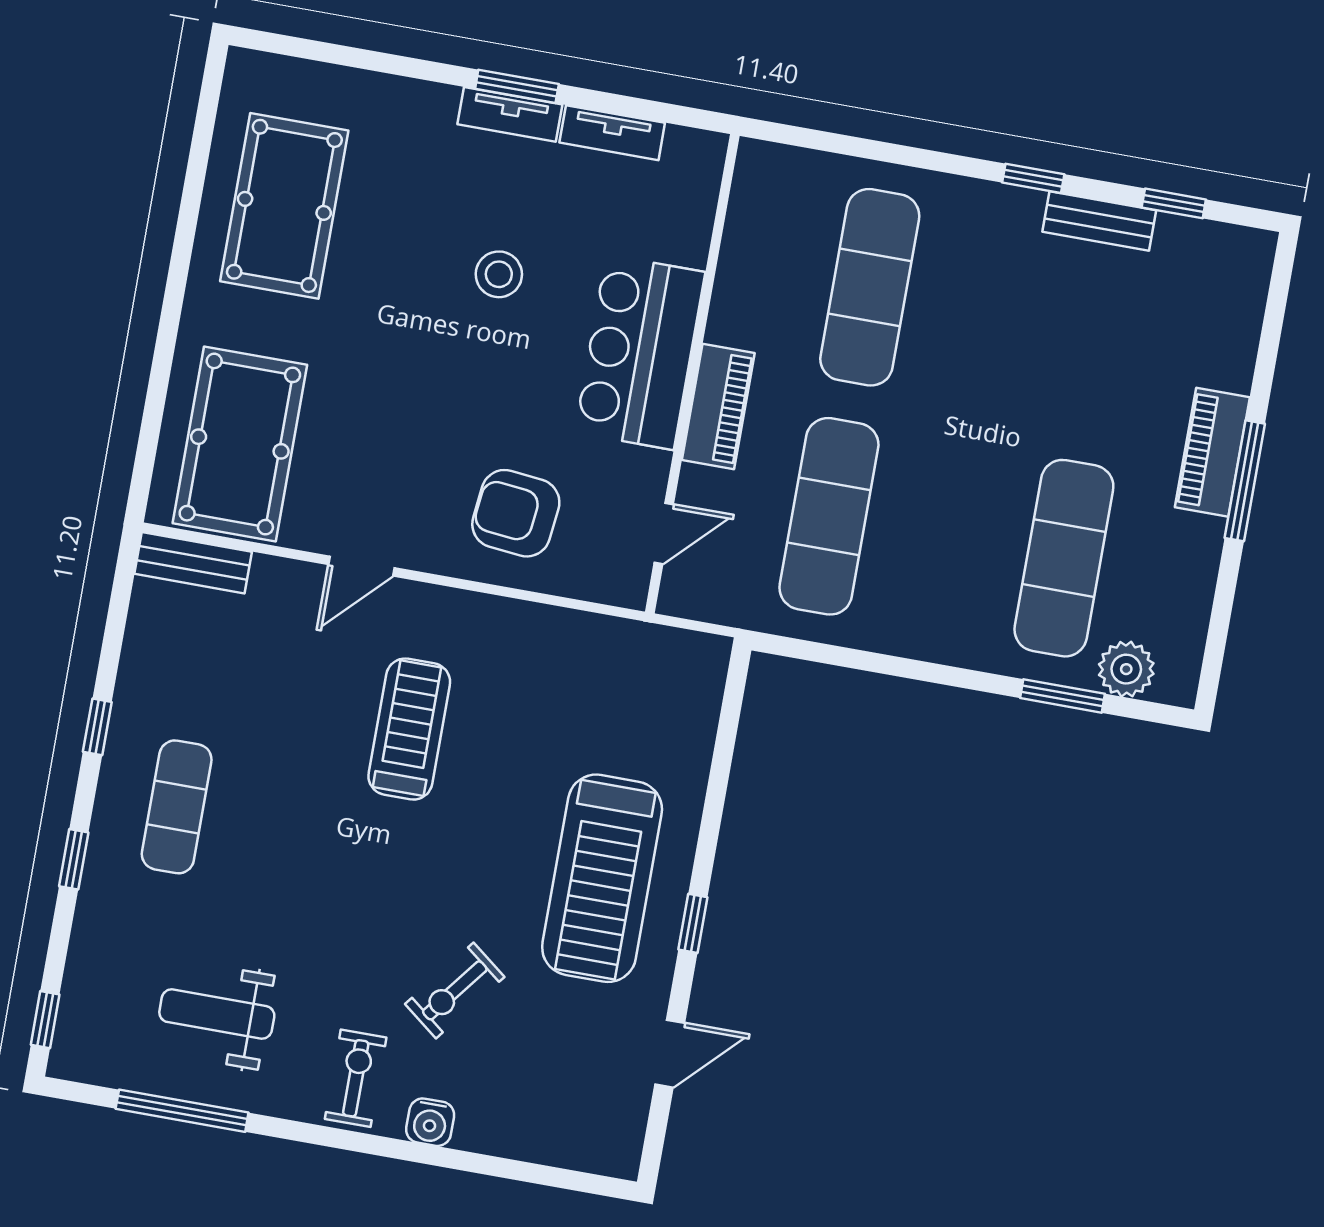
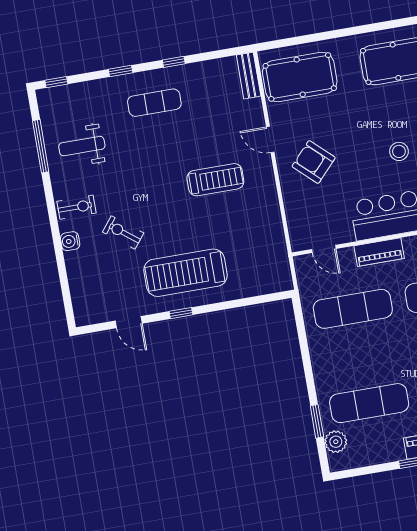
armchair: (516, 513) -> (314, 162), moved, turned -53
weight bench: (217, 1014) -> (82, 146), turned -90

